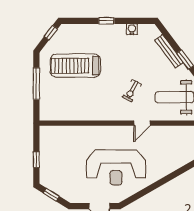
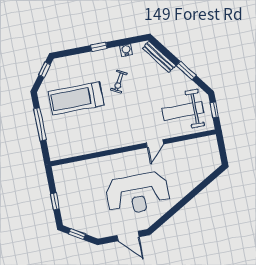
bench: (169, 51) -> (159, 57), moved
exercise bike: (132, 91) -> (119, 82), moved

